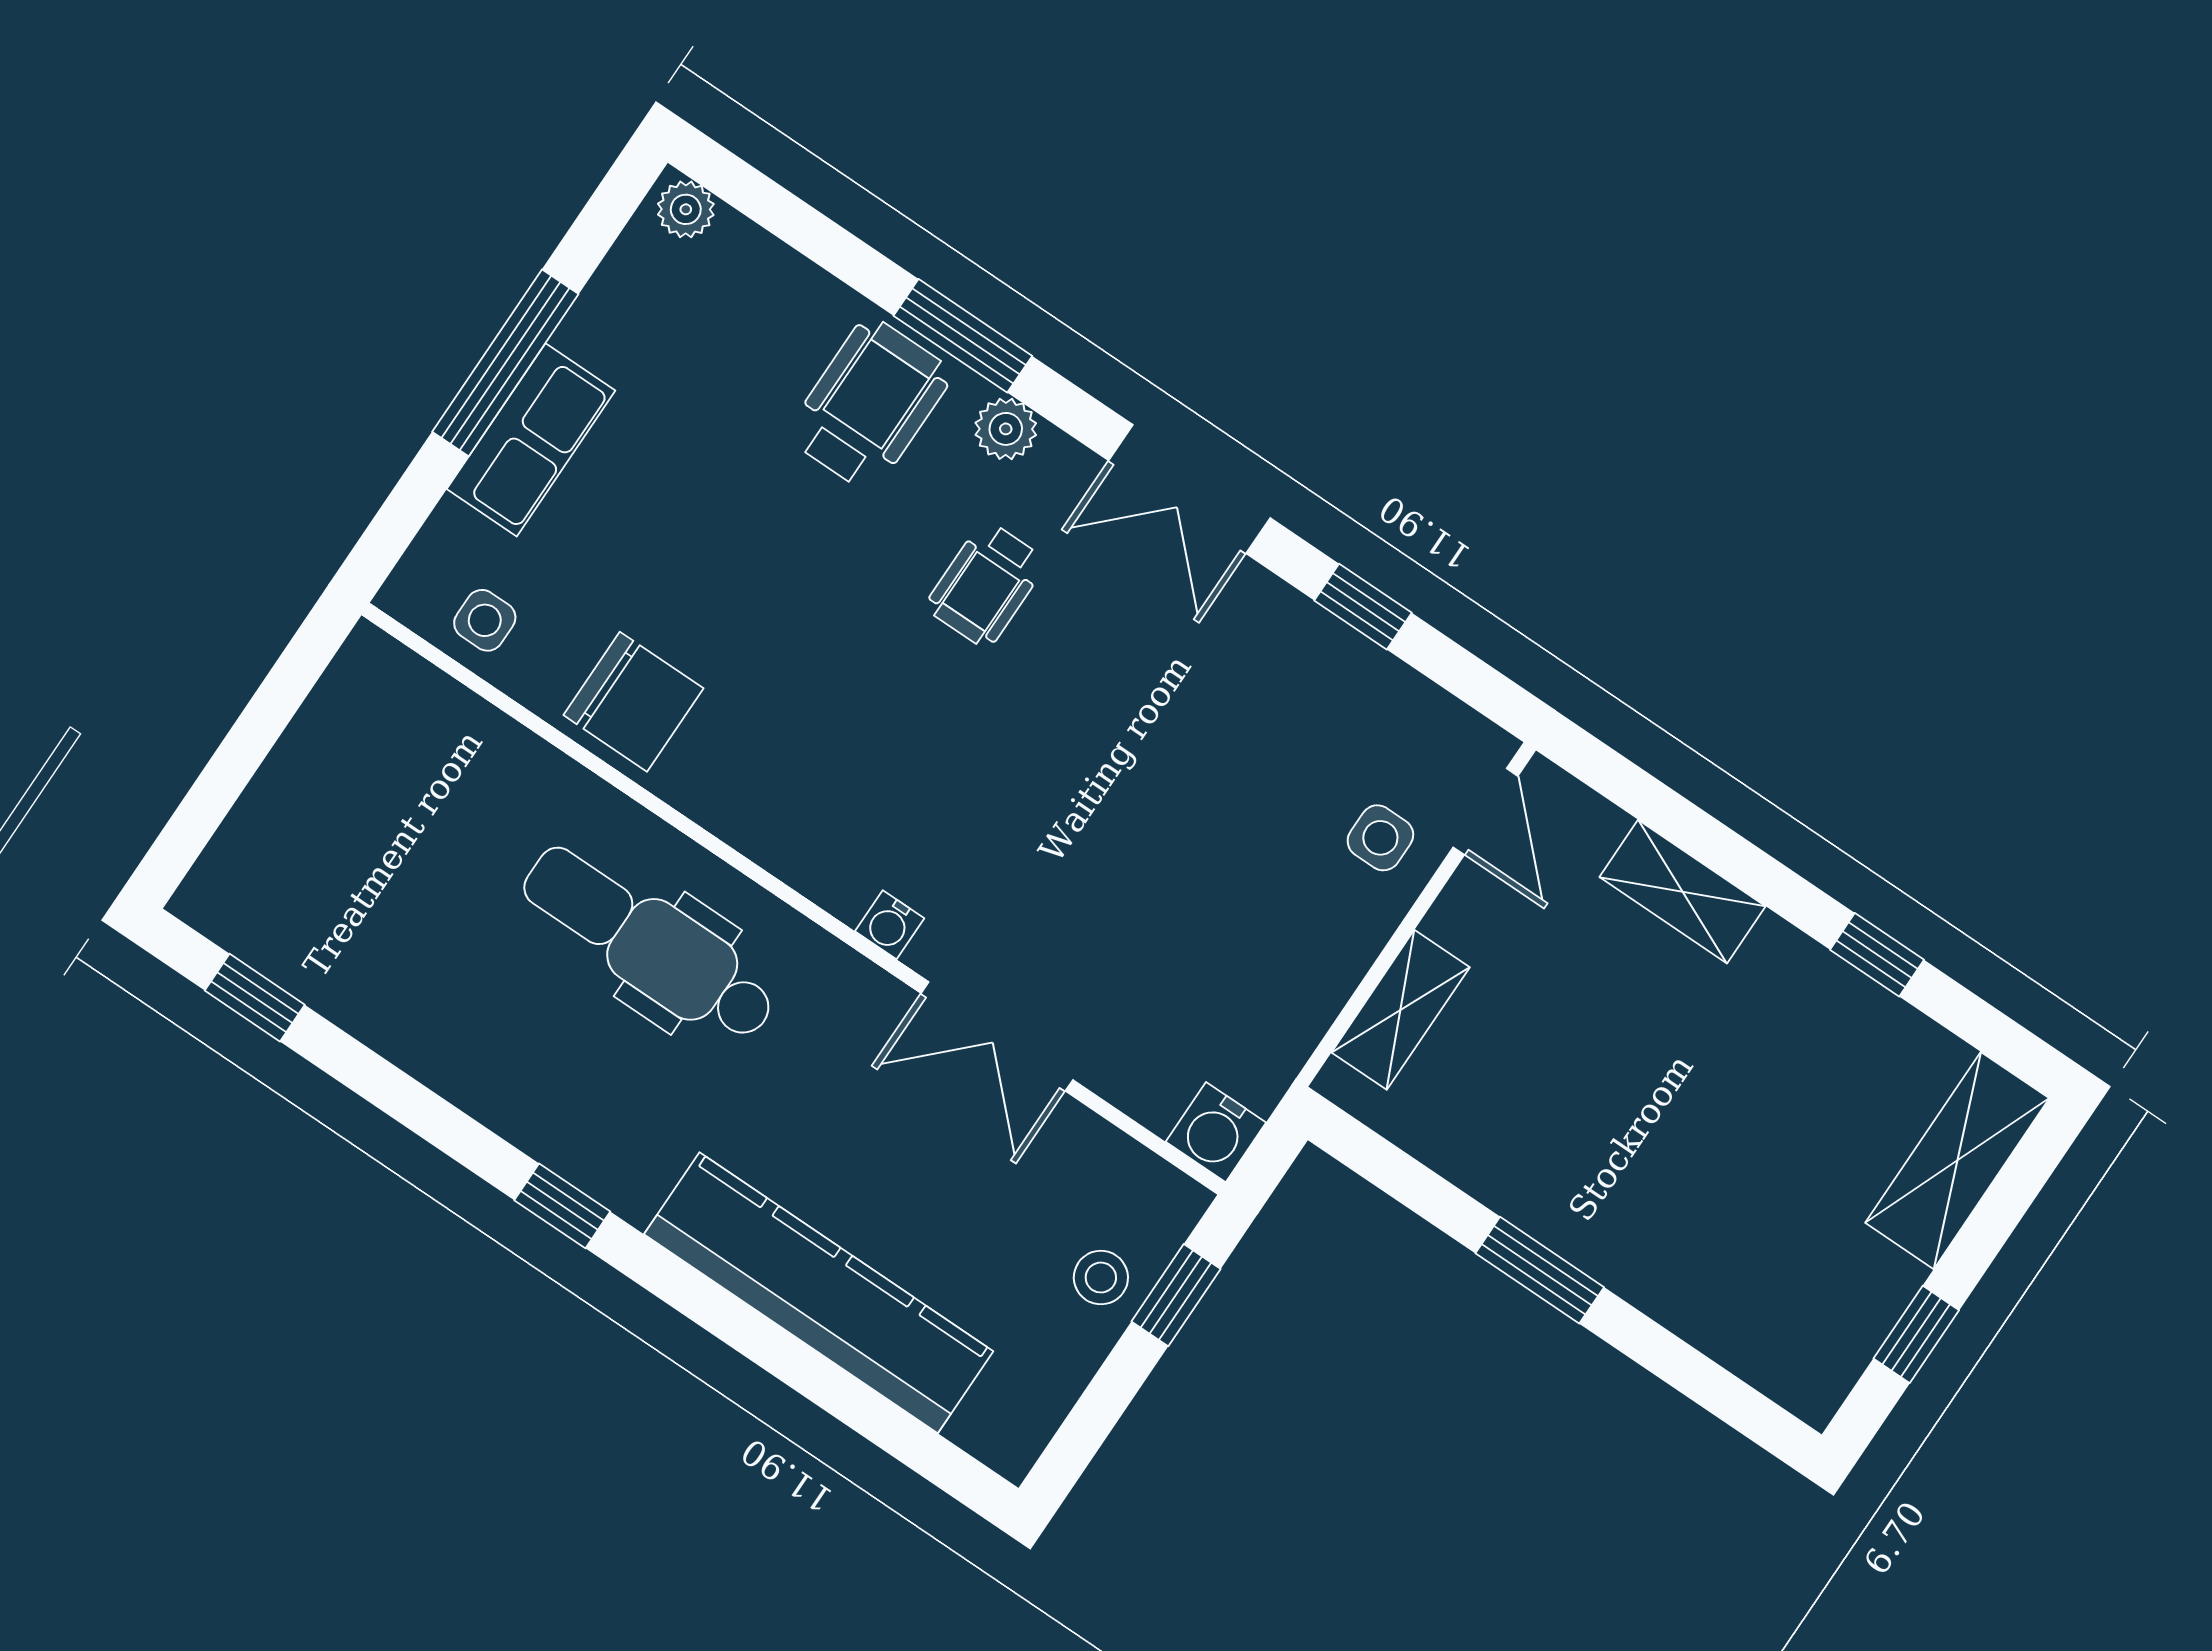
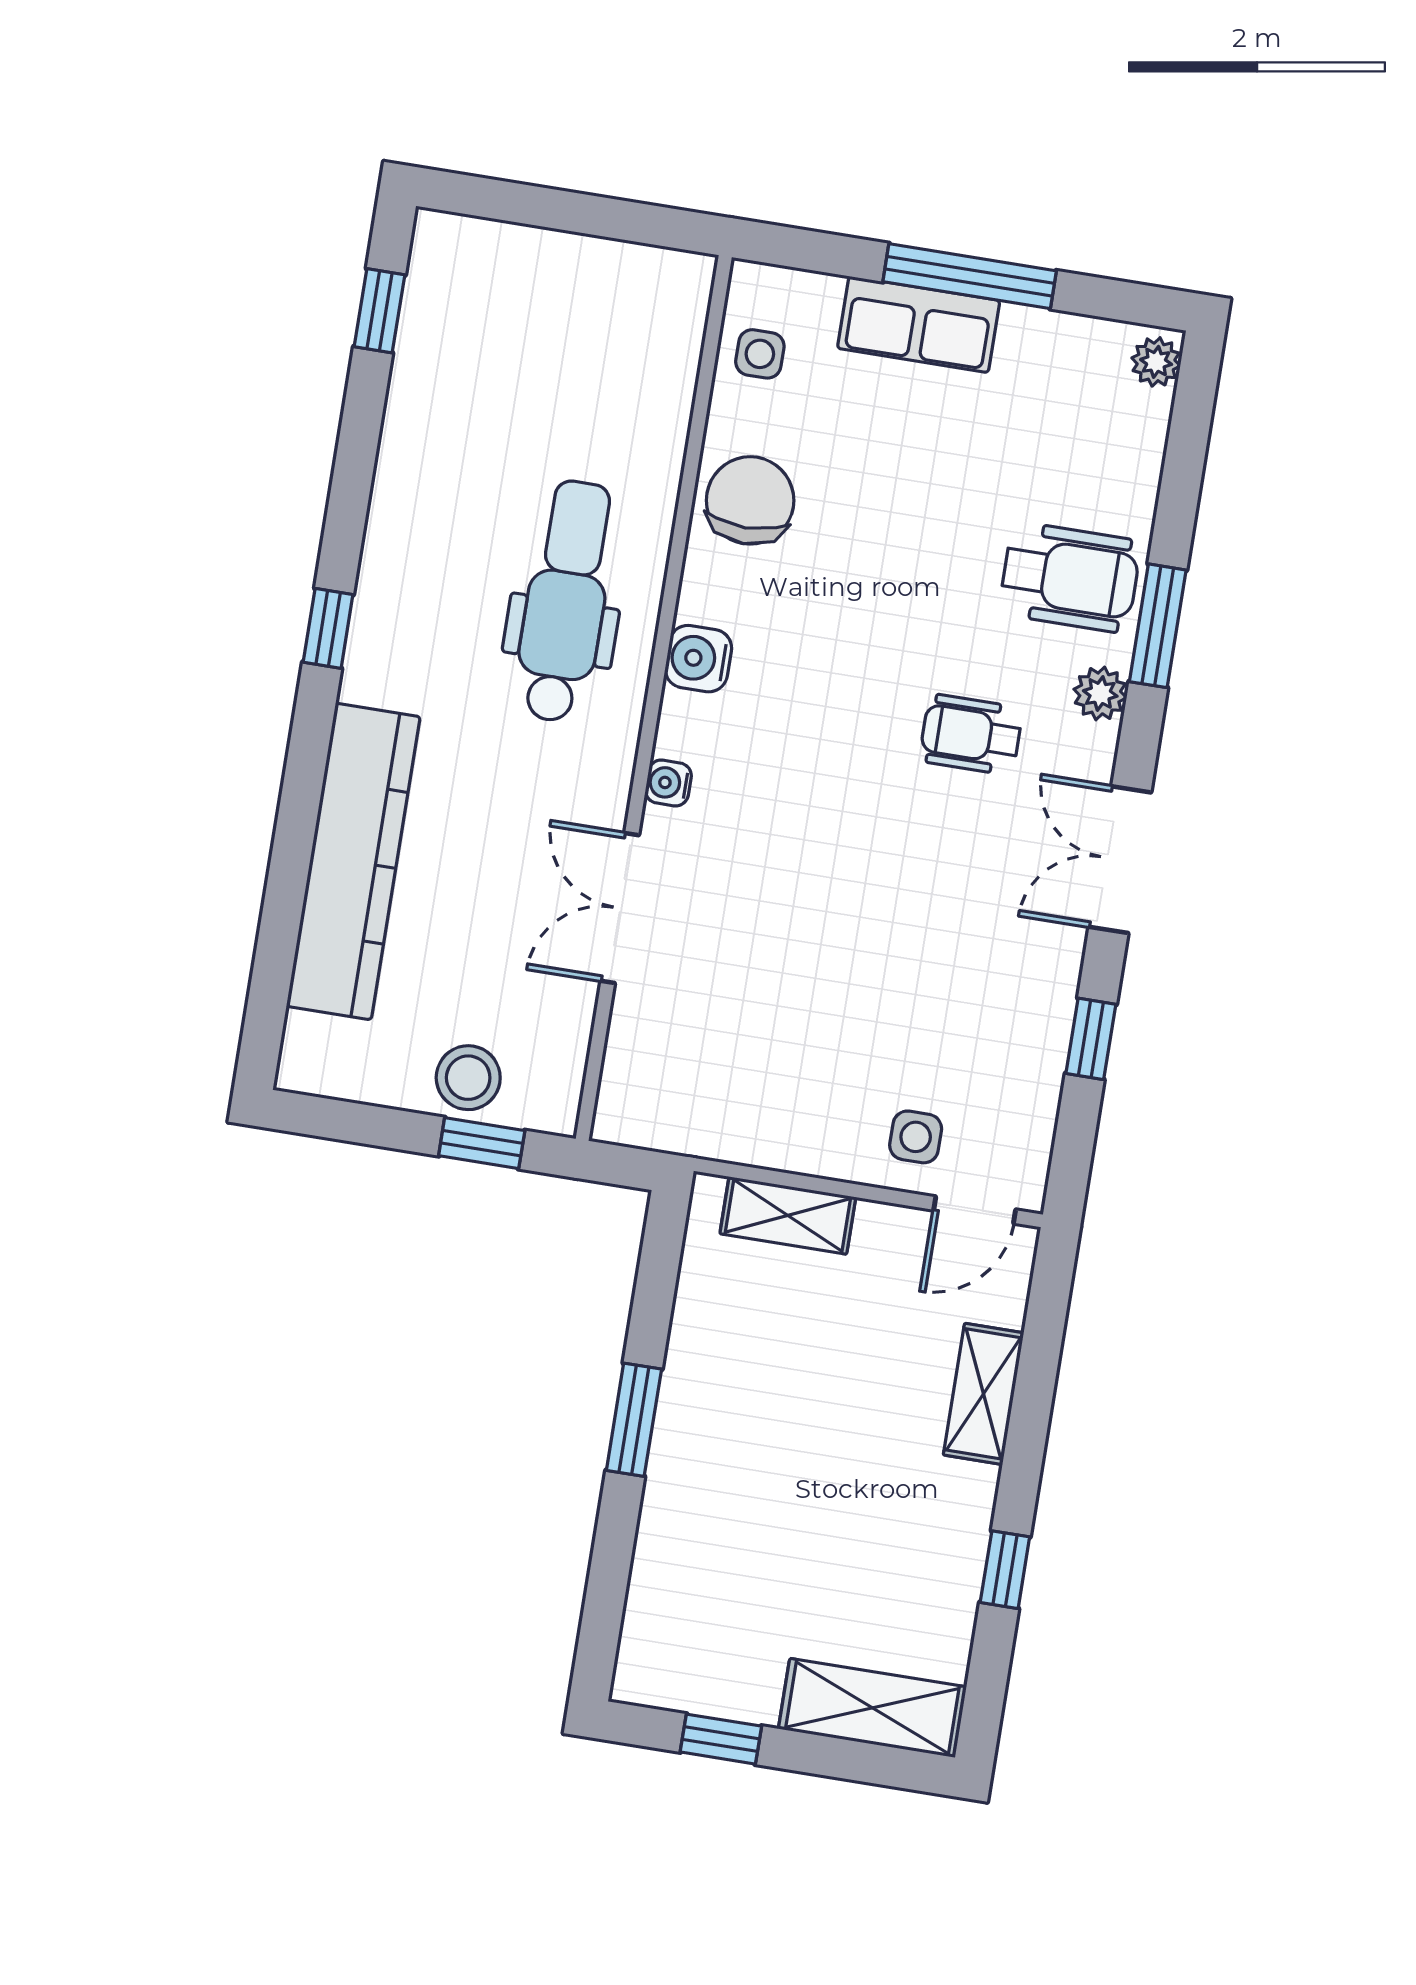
chair: (633, 702) -> (750, 500), turned 180
water cooler: (1216, 1132) -> (698, 659), moved
stool: (1101, 1278) -> (468, 1078), width x1.37, depth x1.37

